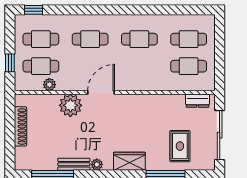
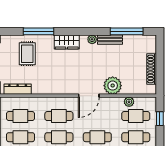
cafe table: (139, 66) -> (59, 116), added
dresser: (197, 101) -> (18, 89), width x1.44

